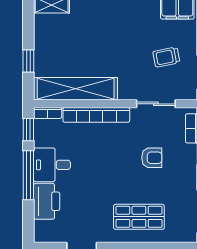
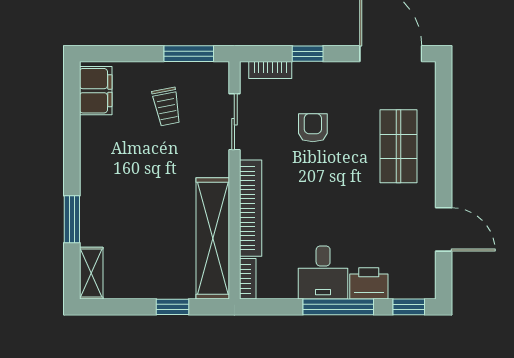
window: (28, 130) -> (409, 307), moved
printer: (47, 201) -> (369, 283), width x0.73, depth x0.84

